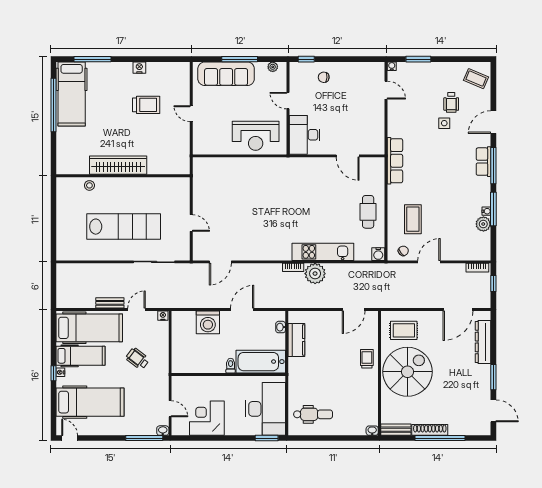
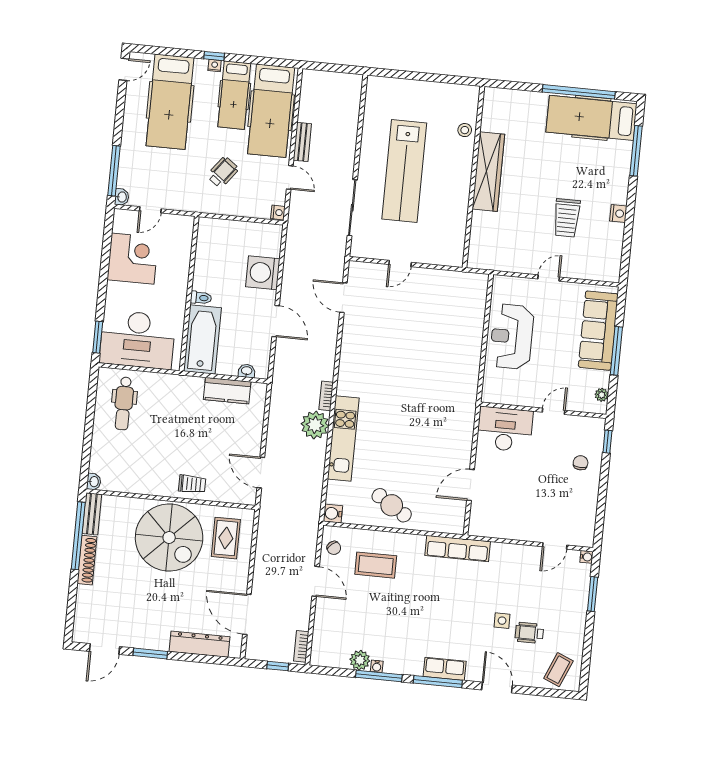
reception desk: (256, 136) -> (512, 337), moved
cafe table: (368, 212) -> (392, 505), turned 32
window: (440, 438) -> (78, 536), moved

